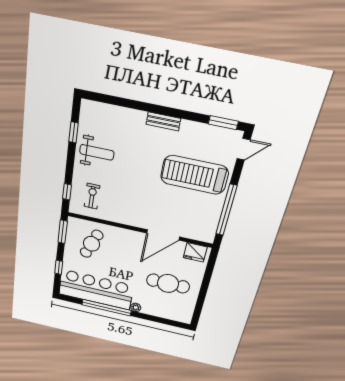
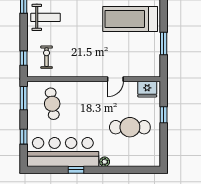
window: (226, 210) -> (164, 44), width x0.47
door: (163, 235) -> (115, 79), width x0.53
cafe table: (92, 244) -> (52, 104), turned -30
window: (206, 280) -> (164, 115), added
window: (106, 308) -> (76, 170), width x0.32

